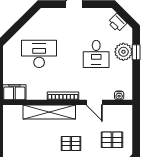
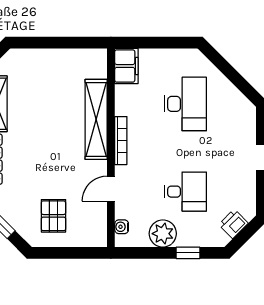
plant: (123, 52) -> (163, 234), moved
desk: (96, 54) -> (185, 192), turned 180
pallet: (71, 144) -> (48, 153), removed

